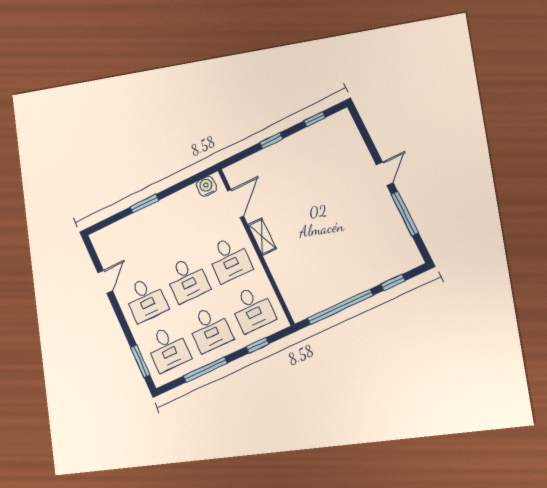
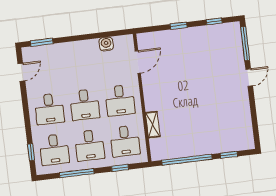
water cooler: (206, 186) -> (106, 44), moved
window: (144, 204) -> (42, 42), moved
window: (405, 213) -> (245, 44), moved
shelving: (262, 237) -> (153, 125), moved
door: (105, 282) -> (21, 72), moved
window: (140, 361) -> (31, 152), width x0.67

